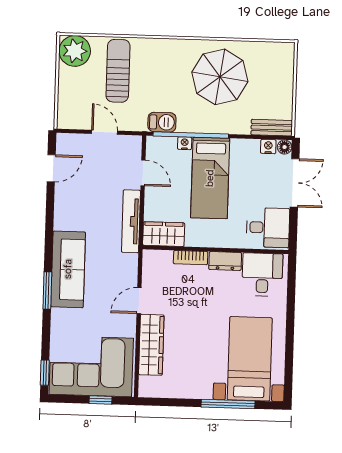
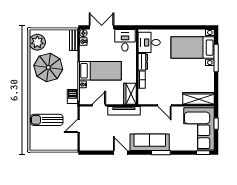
plant: (75, 51) -> (37, 42), moved
door: (51, 168) -> (120, 153), moved
wardrobe: (151, 345) -> (199, 98), moved

